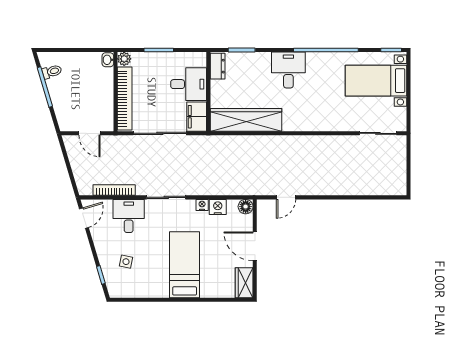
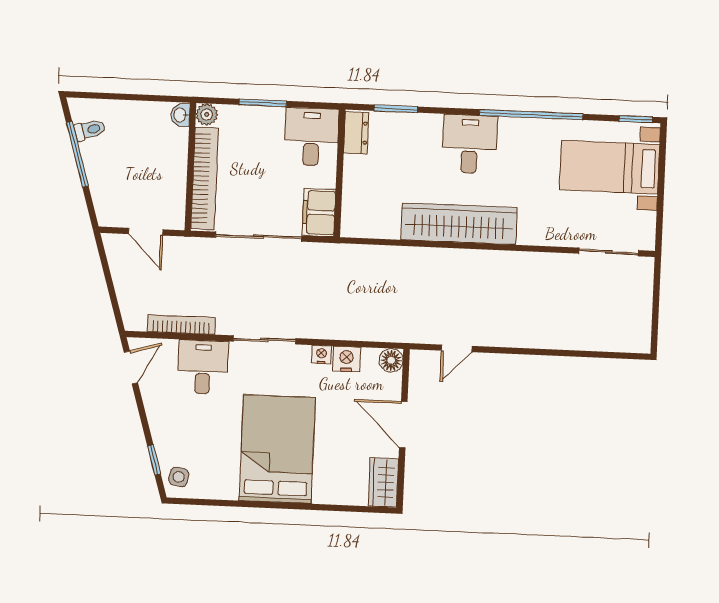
desk: (189, 84) -> (311, 137), moved, turned -90
wardrobe: (246, 120) -> (459, 224), moved
side table: (126, 262) -> (179, 477), moved
bed: (185, 265) -> (277, 449), width x1.50

